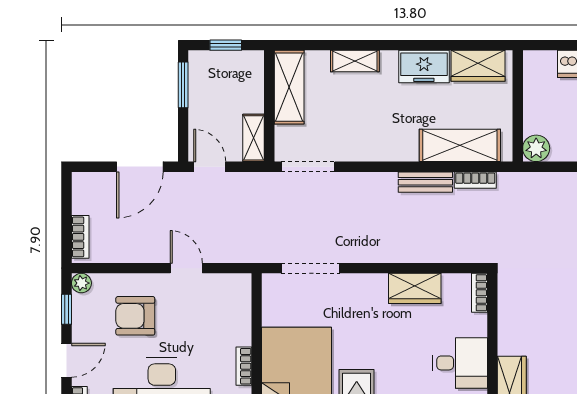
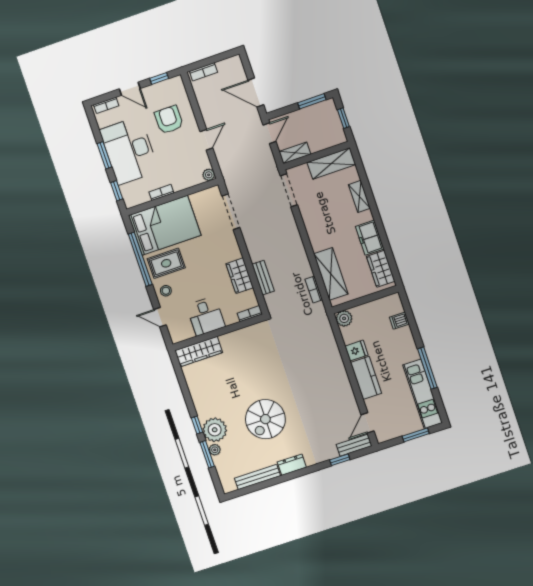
bench: (425, 182) -> (263, 278), moved
plant: (81, 283) -> (209, 175), moved

